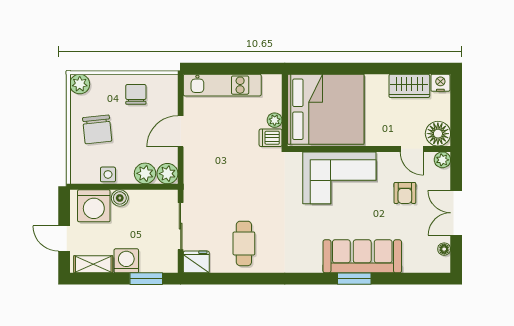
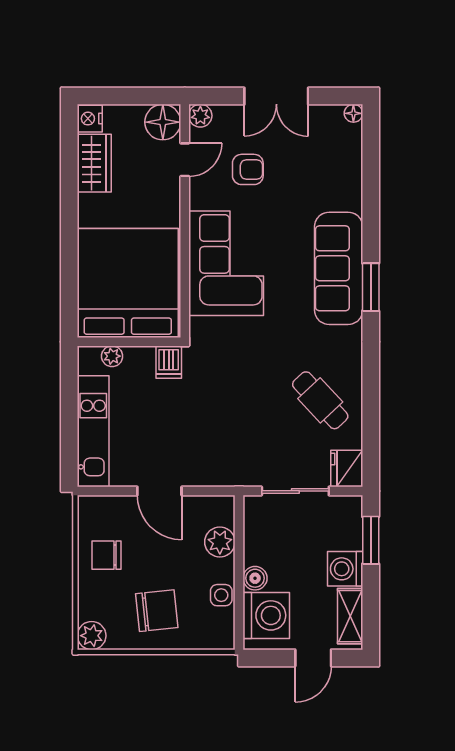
plant: (275, 120) -> (112, 356), moved
plant: (167, 174) -> (220, 510), removed
cafe table: (244, 243) -> (320, 400), turned 47
floor lamp: (444, 249) -> (353, 113), moved
sofa: (362, 256) -> (339, 268), moved
window: (354, 279) -> (371, 287), moved

